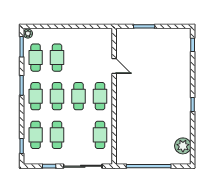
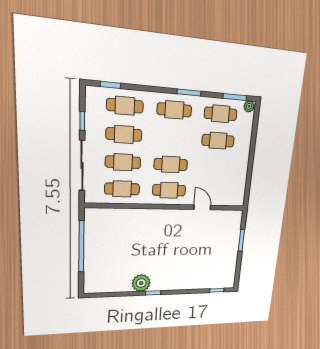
door: (114, 66) -> (202, 207), swing flipped
cafe table: (57, 96) -> (123, 162), moved
plant: (183, 146) -> (141, 283), moved

